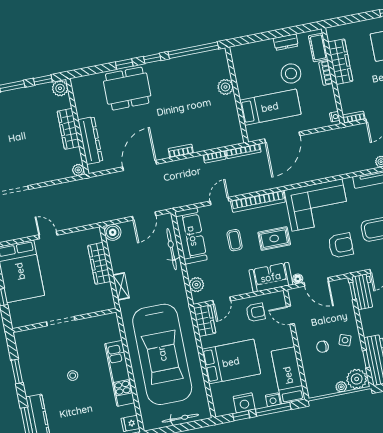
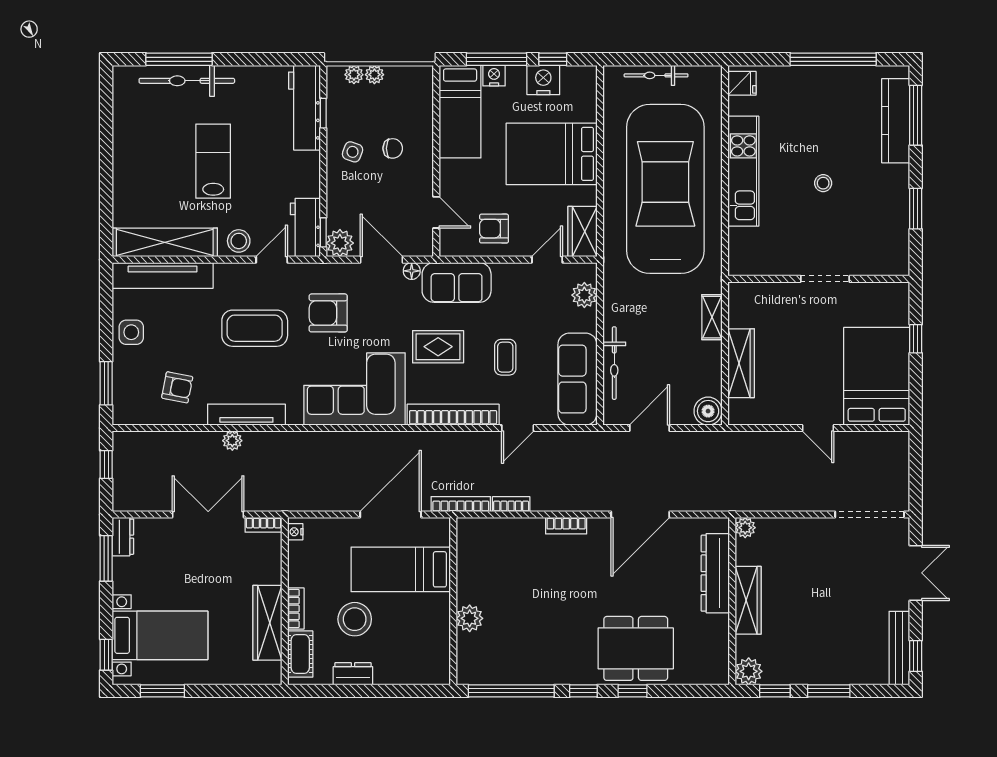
plant: (342, 287) -> (340, 243), added
plant: (357, 379) -> (354, 75), width x0.53, depth x0.53

